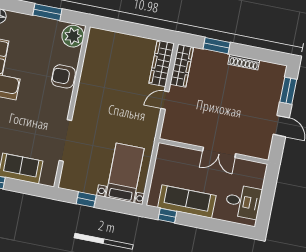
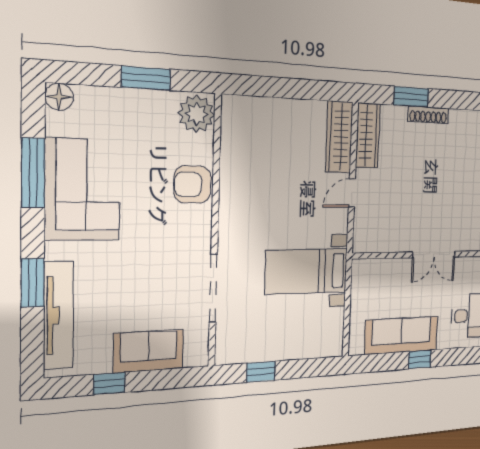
shoe rack: (244, 62) -> (428, 115), moved
bed with nightstands: (125, 173) -> (307, 271), moved, turned -90
window: (167, 216) -> (420, 359), moved

